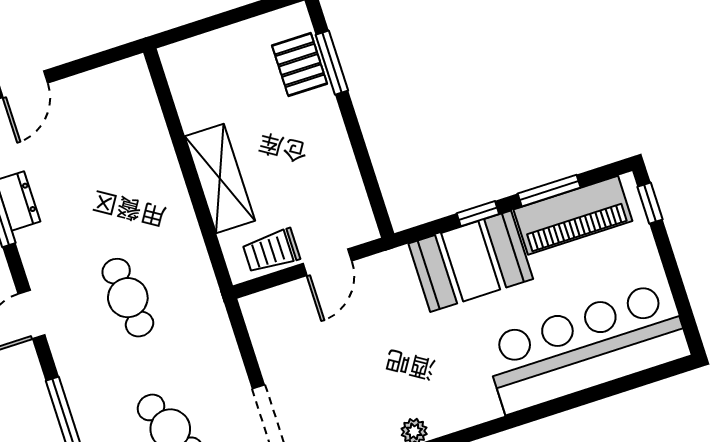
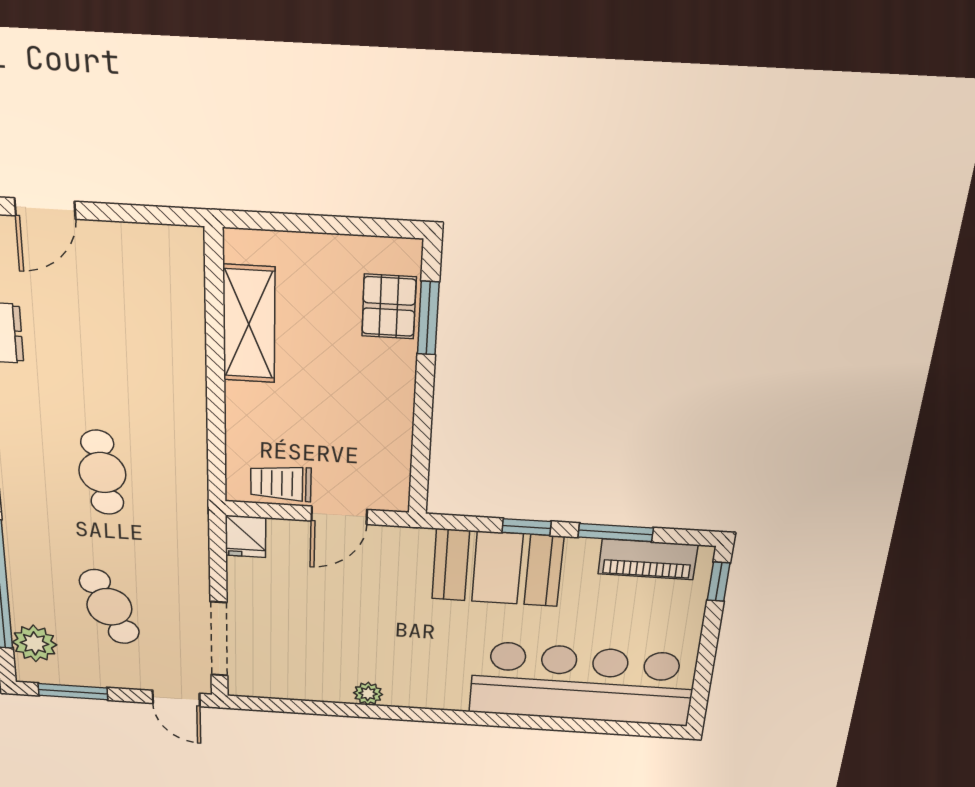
shelving: (220, 178) -> (249, 324), moved
piano: (573, 215) -> (648, 559), width x0.73, depth x0.75
fridge: (260, 313) -> (246, 536), added

